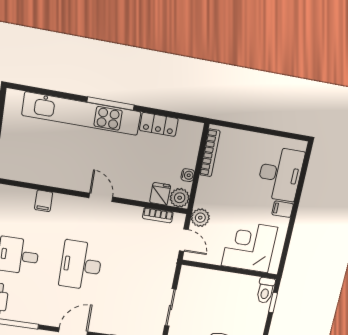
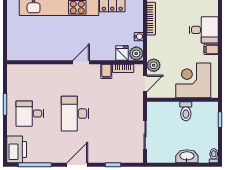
desk: (280, 174) -> (204, 30), width x0.73
door: (101, 197) -> (81, 62), hinge flipped
filing cabinet: (44, 201) -> (106, 71), moved
door: (184, 240) -> (145, 83), hinge flipped
toilet: (265, 290) -> (186, 111), moved

